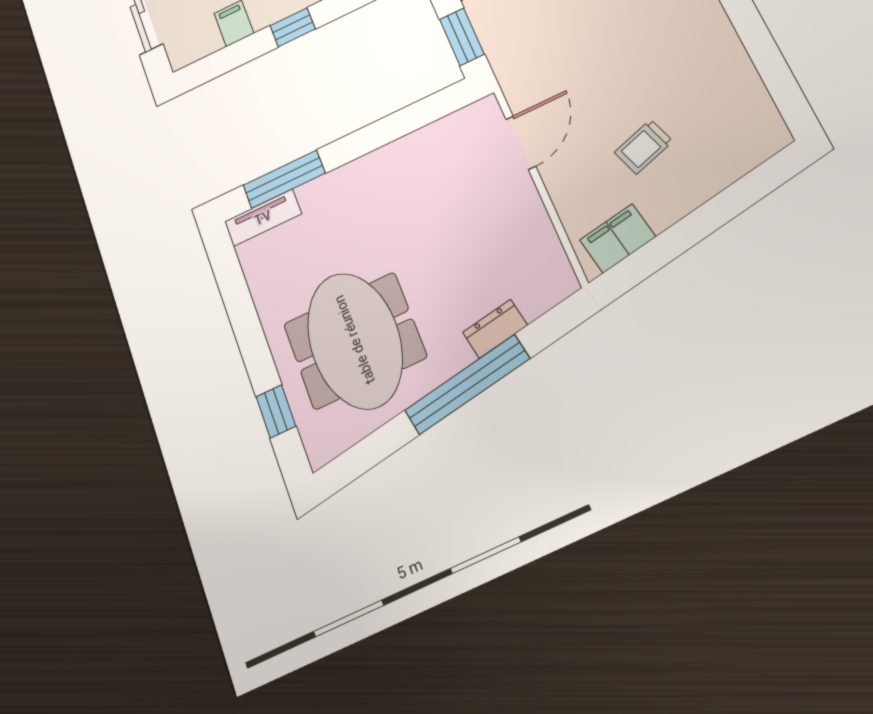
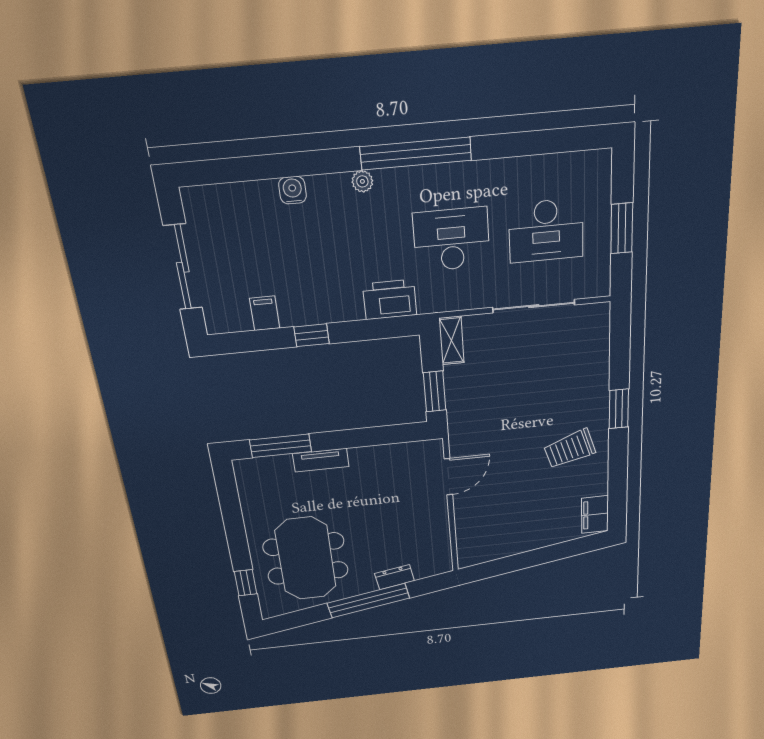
trolley: (644, 147) -> (570, 449), moved, width x1.36, depth x1.39
tv unit: (263, 218) -> (321, 460), moved
filing cabinet: (618, 238) -> (595, 514), moved, turned -80

